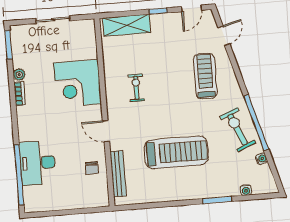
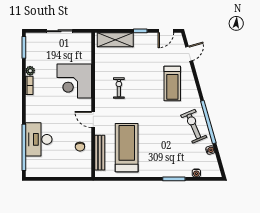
treadmill: (205, 76) -> (172, 83), turned 180
treadmill: (176, 152) -> (127, 148), moved, turned -90

